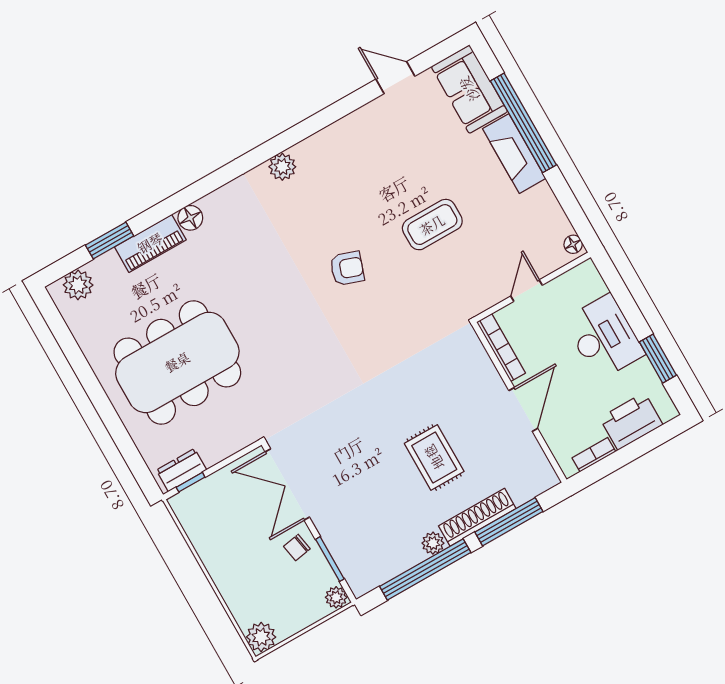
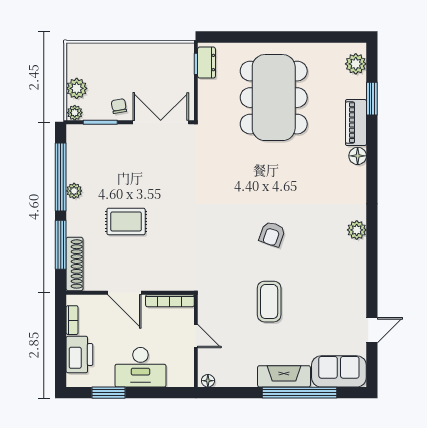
shoe rack: (477, 517) -> (75, 264), moved
plant: (261, 637) -> (77, 88), moved

